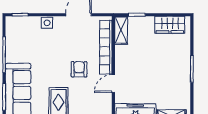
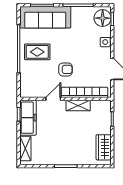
floor lamp: (19, 26) -> (103, 18), added
shelving: (121, 30) -> (78, 105), moved
door: (113, 83) -> (53, 99), hinge flipped

